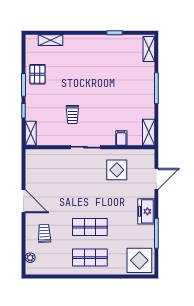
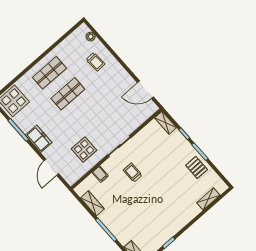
trolley: (72, 114) -> (133, 173), moved
shelving: (149, 132) -> (92, 203), moved
door: (23, 201) -> (145, 90), moved

